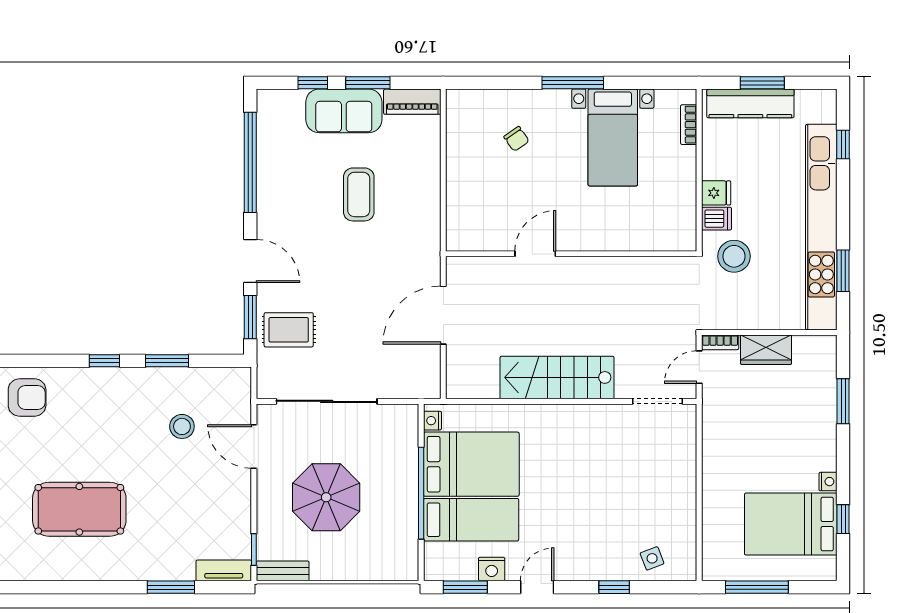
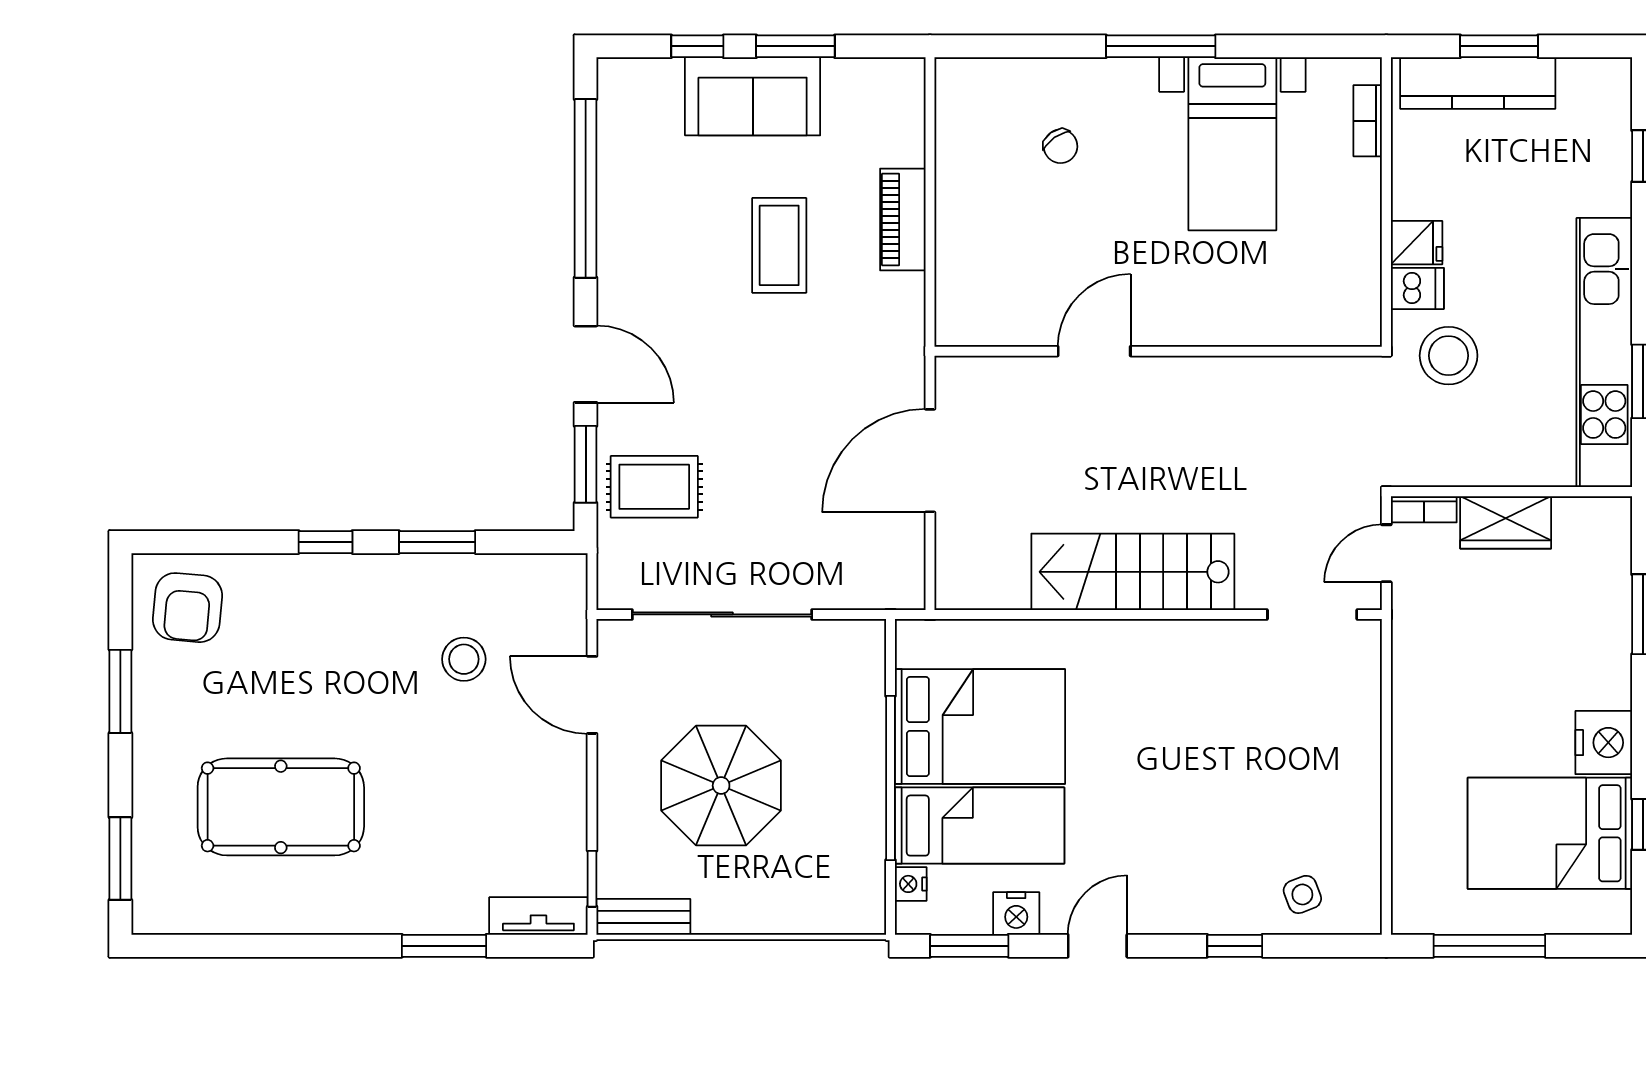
piano: (412, 102) -> (903, 220), moved, turned 90
kitchen unit: (821, 227) -> (1604, 353), width x0.73
armchair: (27, 398) -> (188, 608), turned 95
nightstand: (433, 421) -> (911, 884), moved
nightstand: (828, 482) -> (1604, 743), width x1.89, depth x1.79

